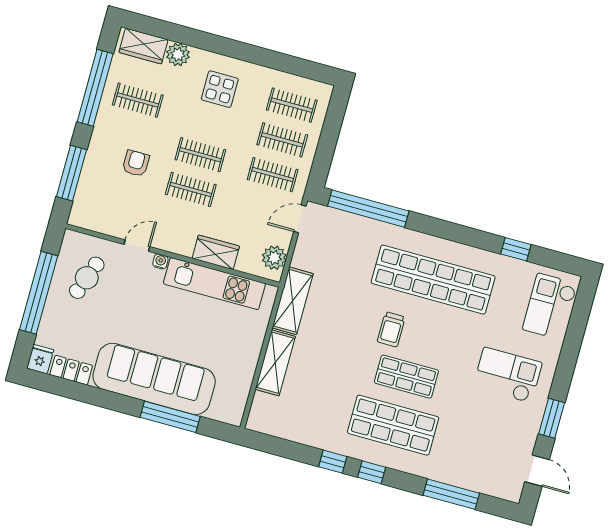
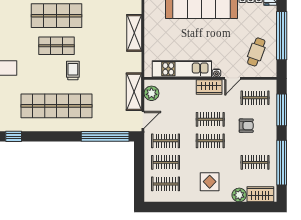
armchair: (136, 163) -> (246, 126), turned -90
clothes rail: (109, 204) -> (255, 98), added
wardrobe: (216, 252) -> (209, 87), moved
shelving: (293, 301) -> (134, 92), moved

